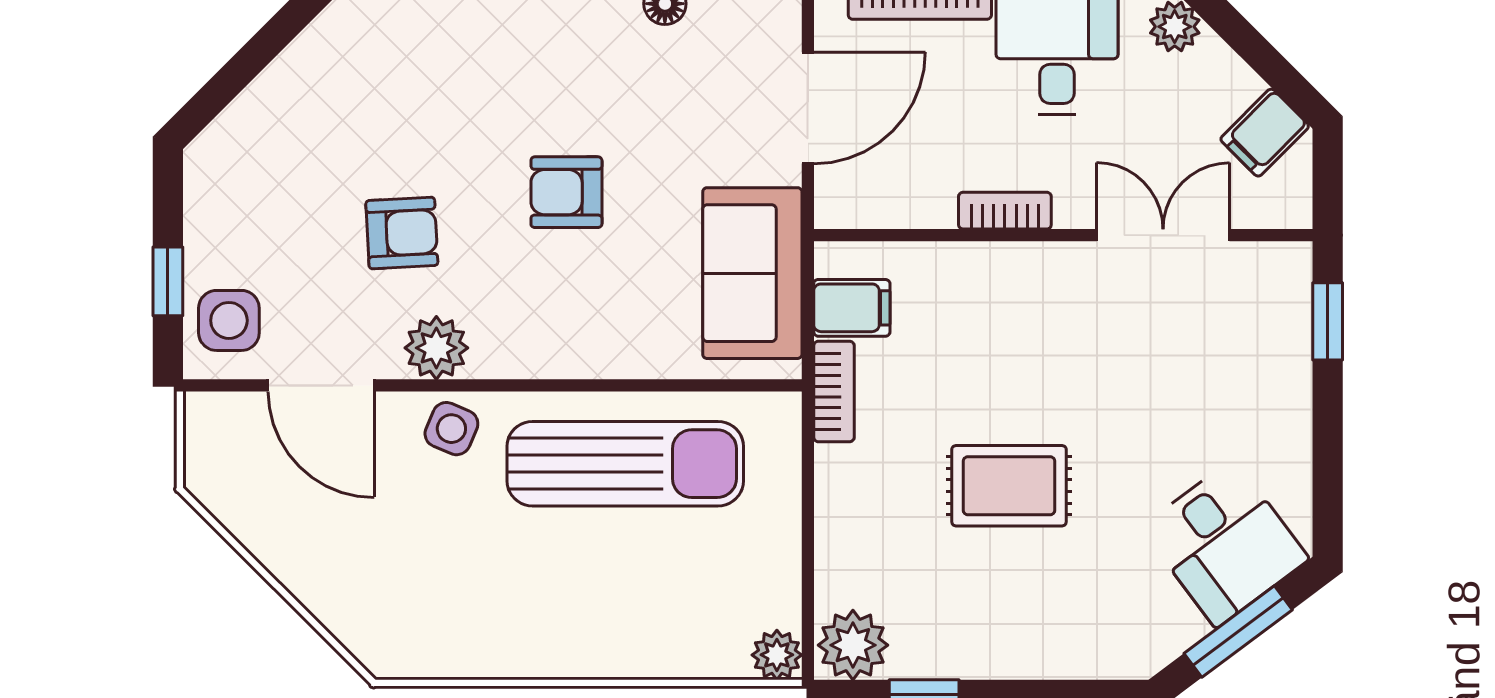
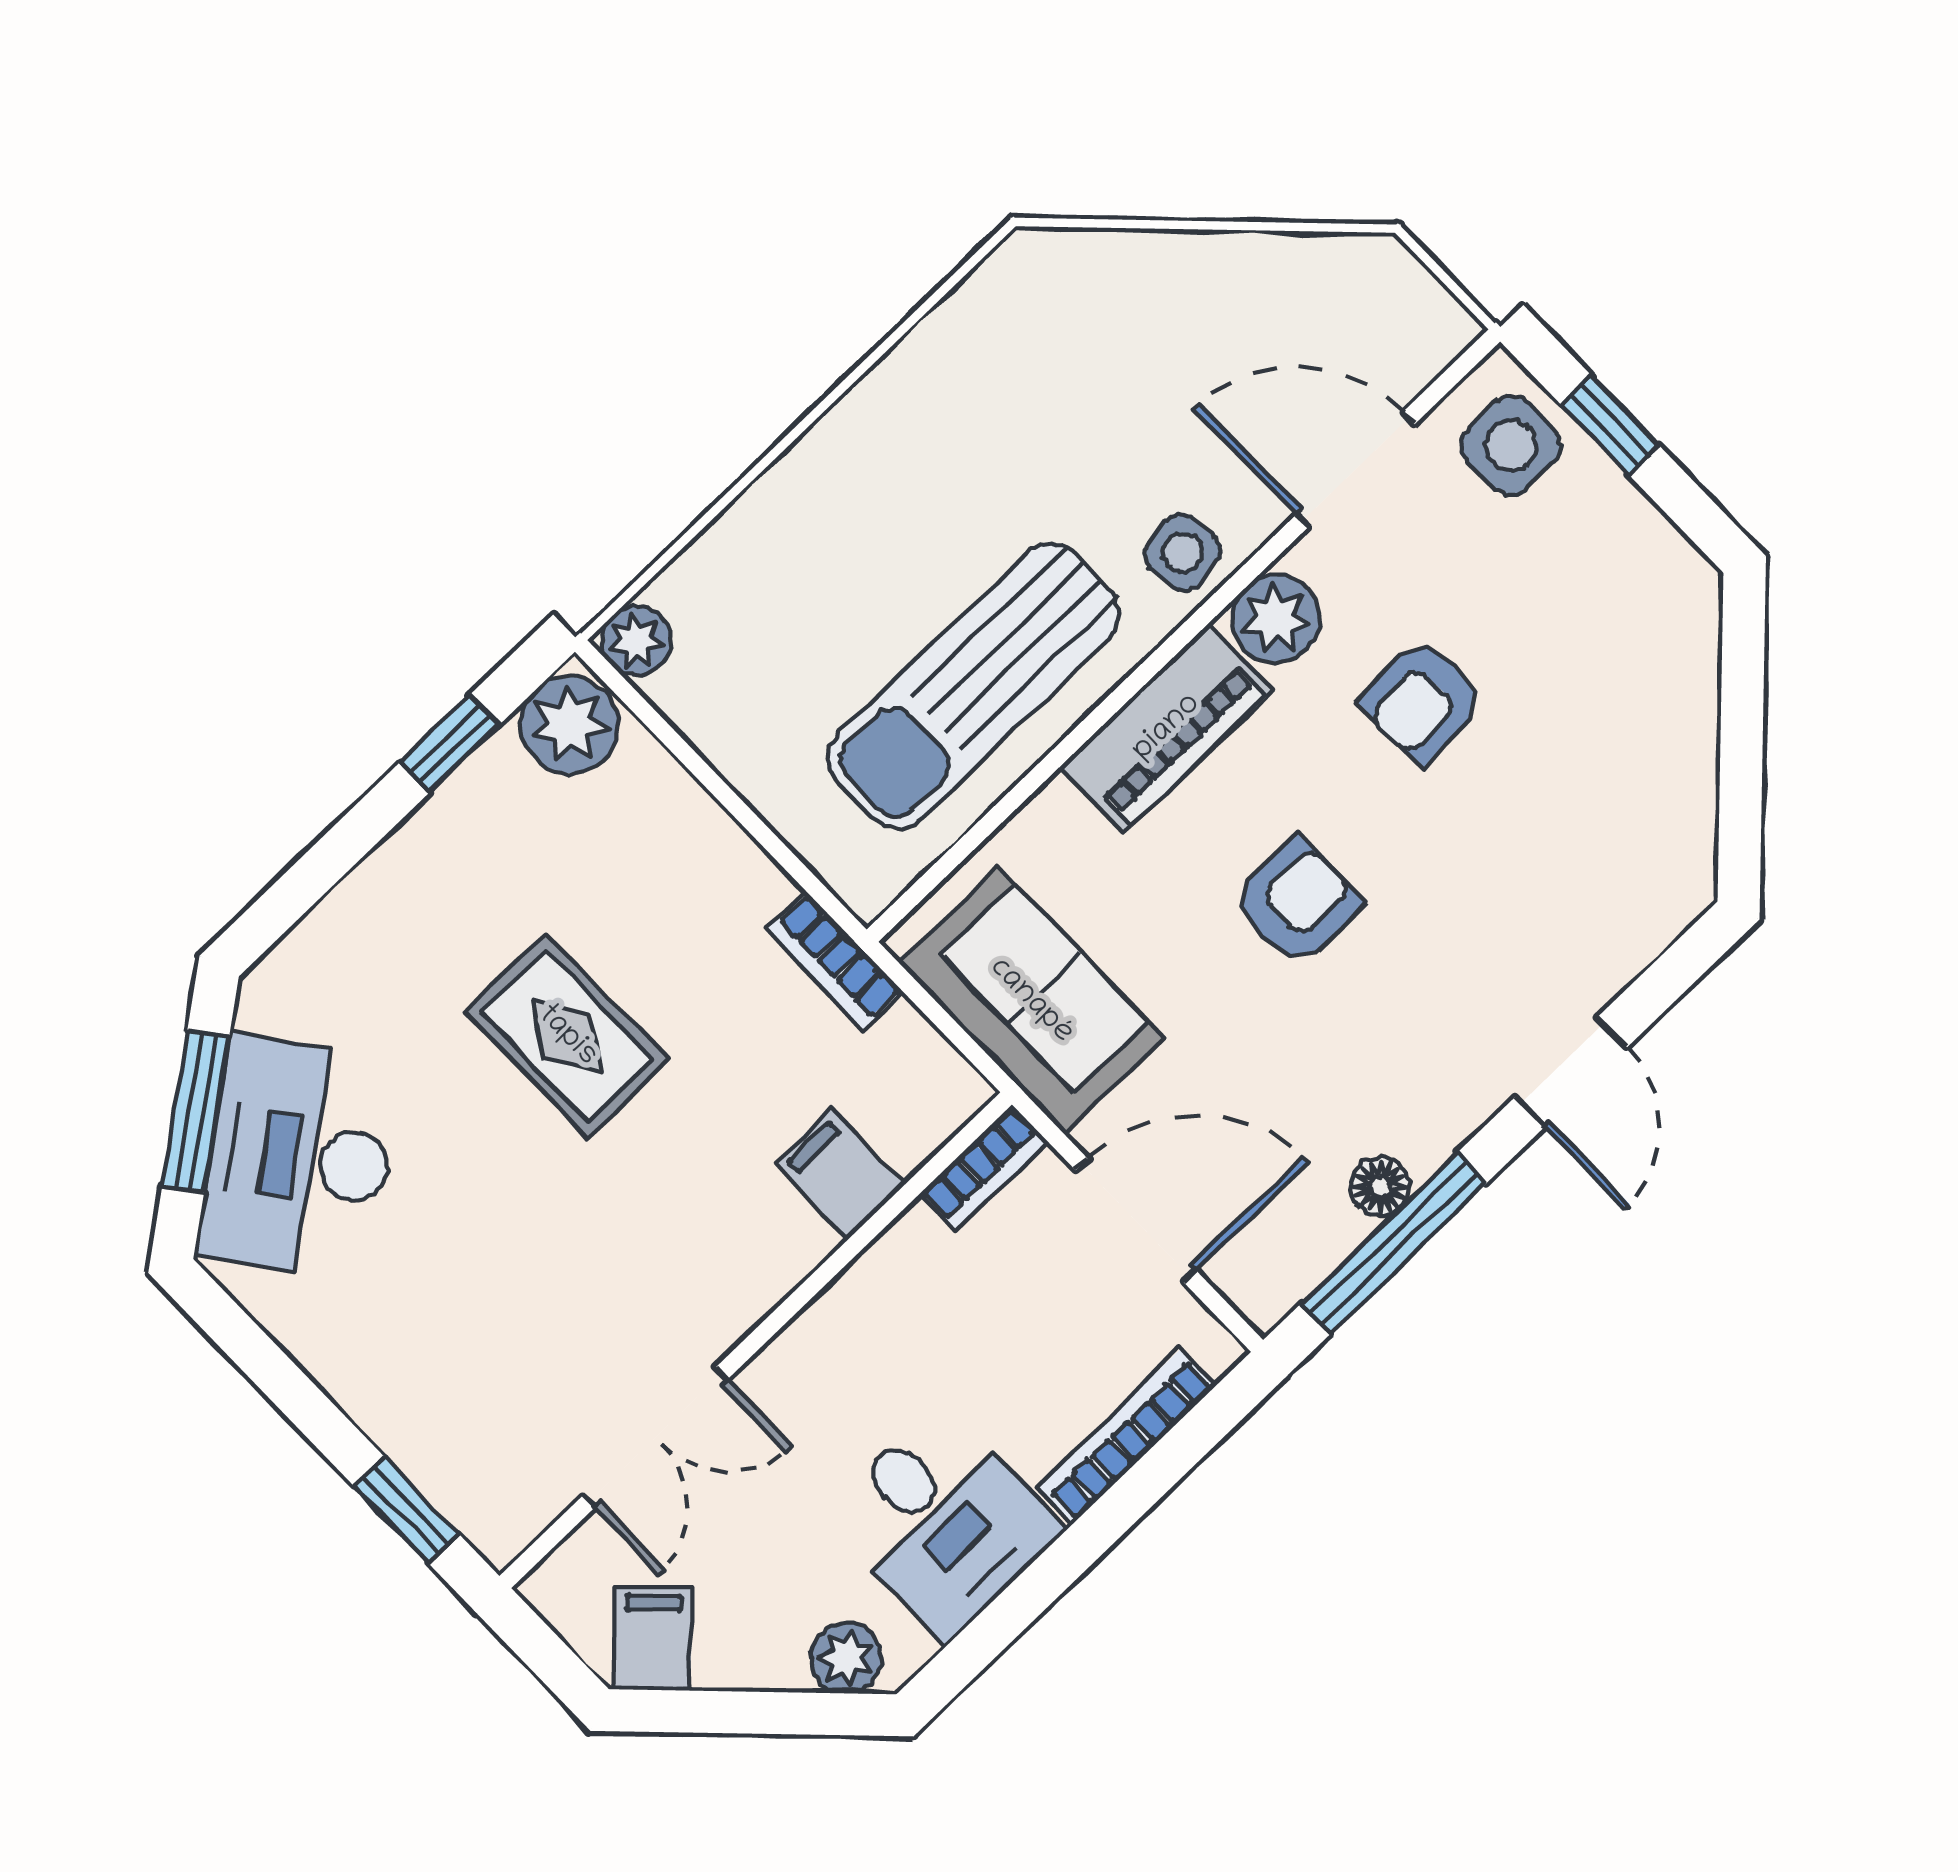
door: (808, 108) -> (1136, 1220), swing flipped
bookcase: (1005, 211) -> (984, 1168), moved
filing cabinet: (852, 308) -> (840, 1174), moved, turned 90
piano: (547, 346) -> (1167, 728), added
side table: (451, 429) -> (1183, 553), turned -31
rug: (1009, 486) -> (567, 1036), turned 90
desk: (1225, 543) -> (299, 1157), width x1.37

